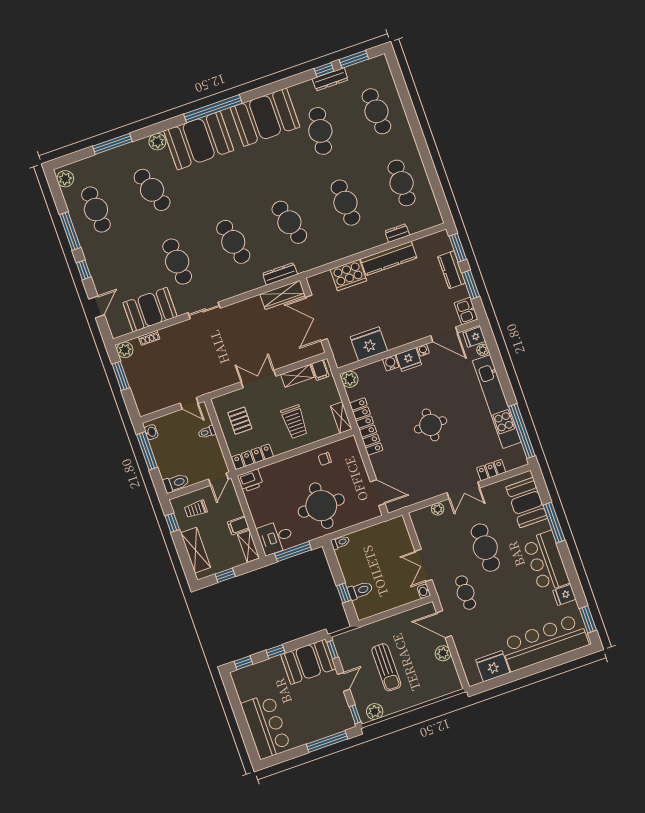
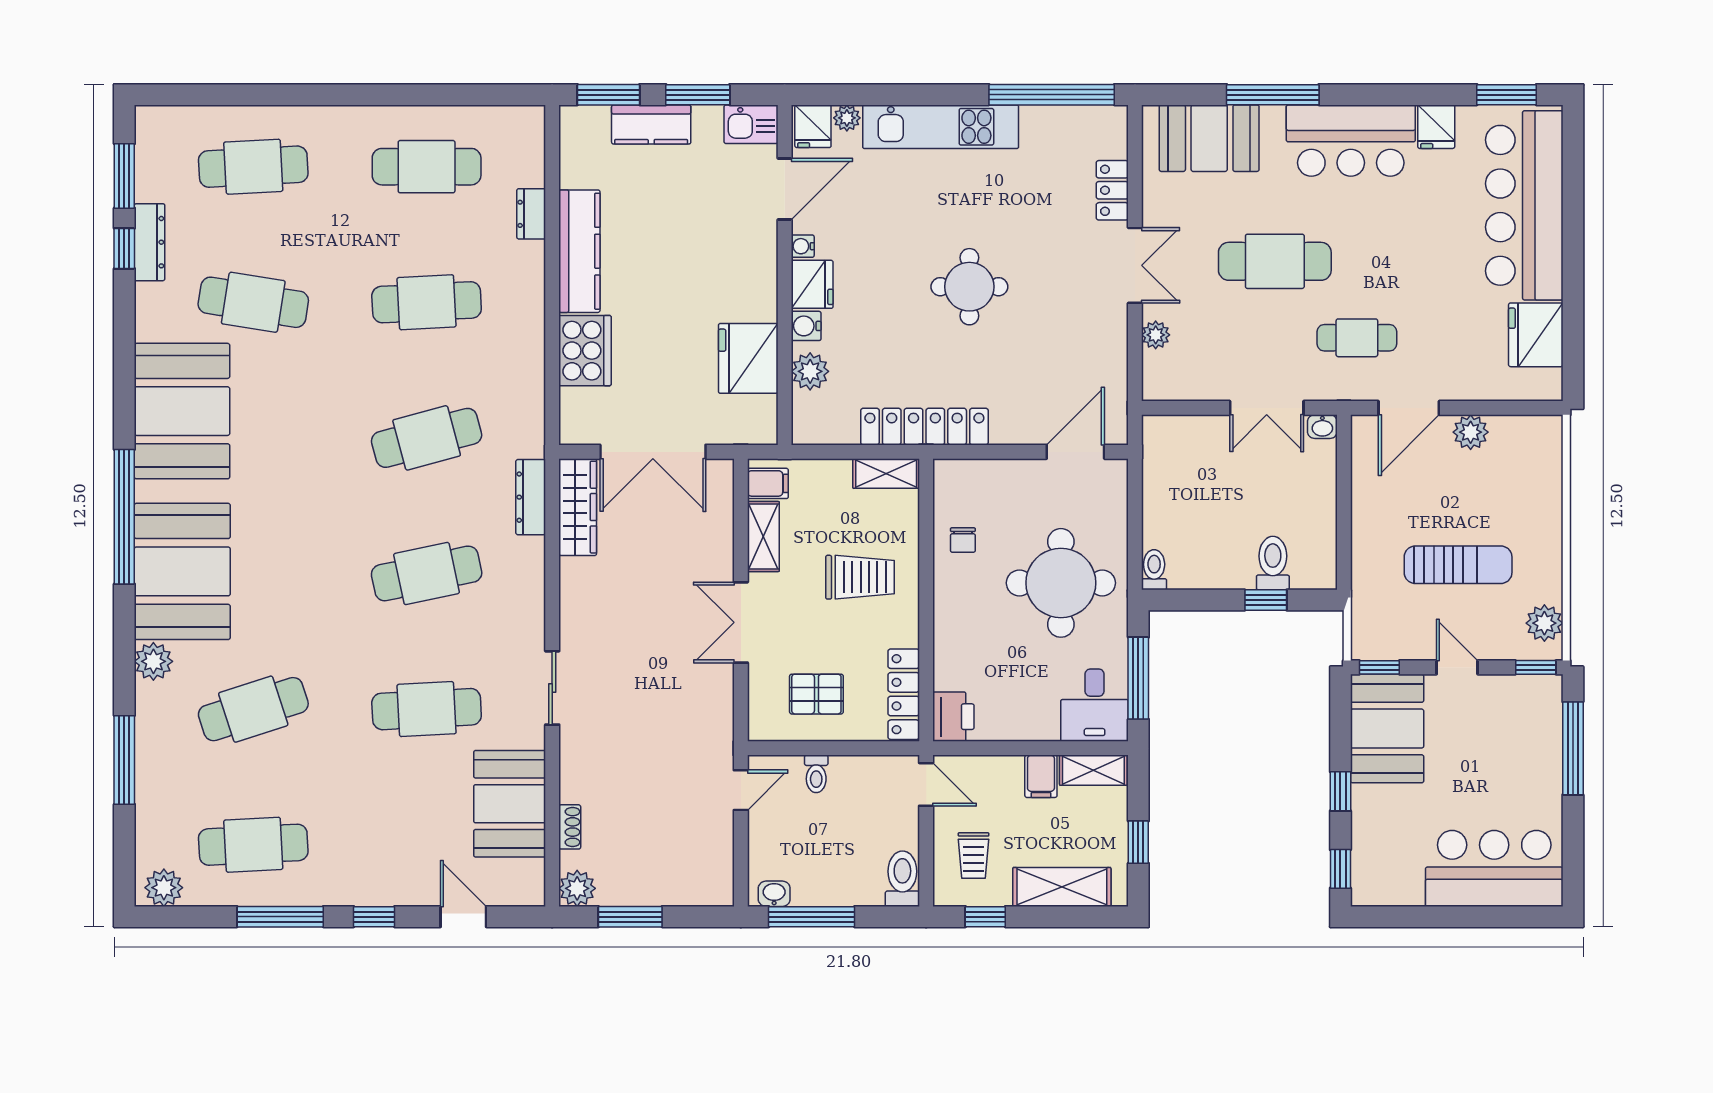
plant: (350, 379) -> (810, 371), moved
kitchen unit: (497, 402) -> (941, 127), width x0.73

